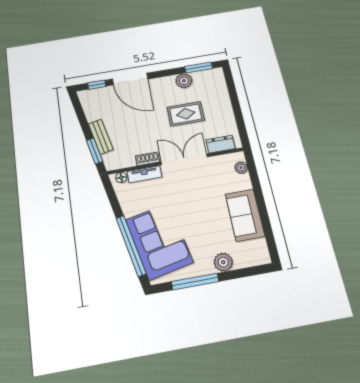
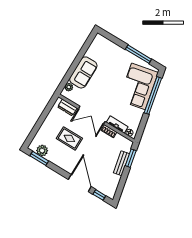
plant: (184, 81) -> (42, 151), moved
sofa: (245, 215) -> (83, 72), moved
plant: (223, 262) -> (118, 52), removed

